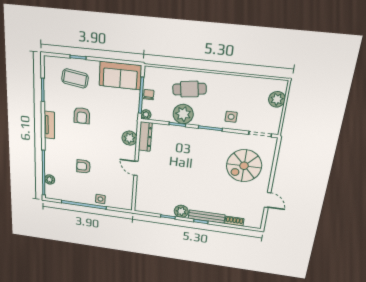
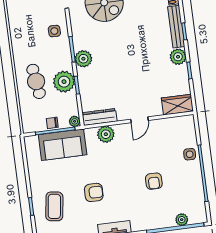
sofa: (120, 75) -> (63, 145), moved, turned 90
plant: (199, 136) -> (83, 59), added
wardrobe: (142, 201) -> (177, 105), added

